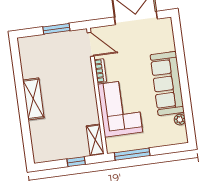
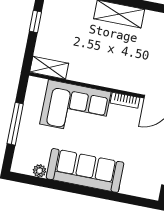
window: (132, 154) -> (15, 124), moved
window: (76, 162) -> (35, 21), moved

